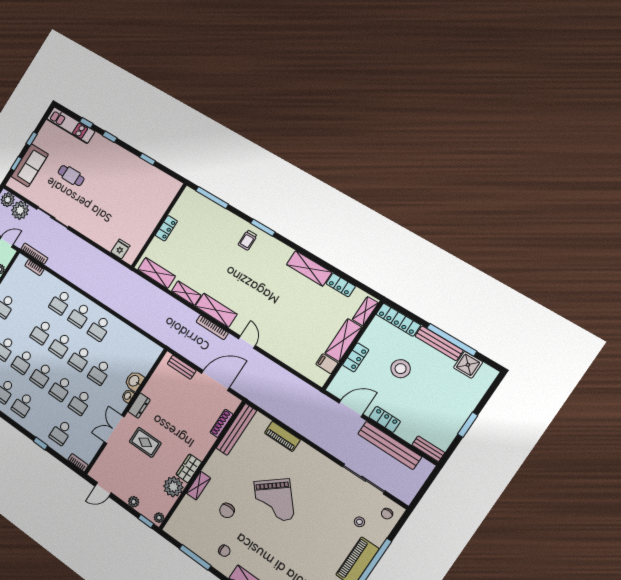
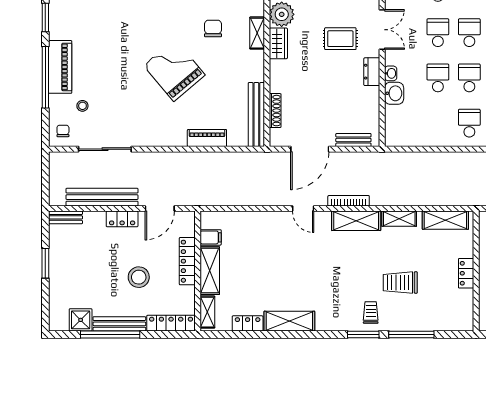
window: (212, 197) -> (411, 334), moved
trolley: (214, 249) -> (400, 283), added
locker: (356, 357) -> (187, 261), width x1.53

